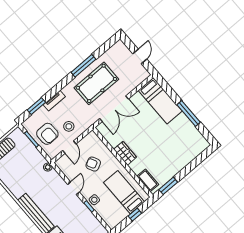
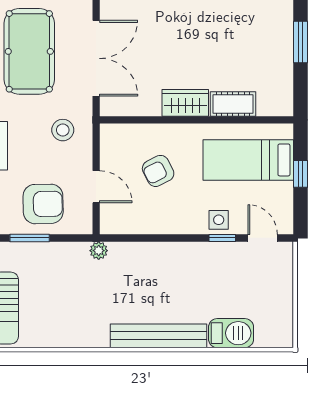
stool: (69, 126) -> (63, 130), moved
cot: (148, 180) -> (233, 104), moved
window: (168, 186) -> (301, 42), moved
door: (73, 188) -> (263, 238), moved

